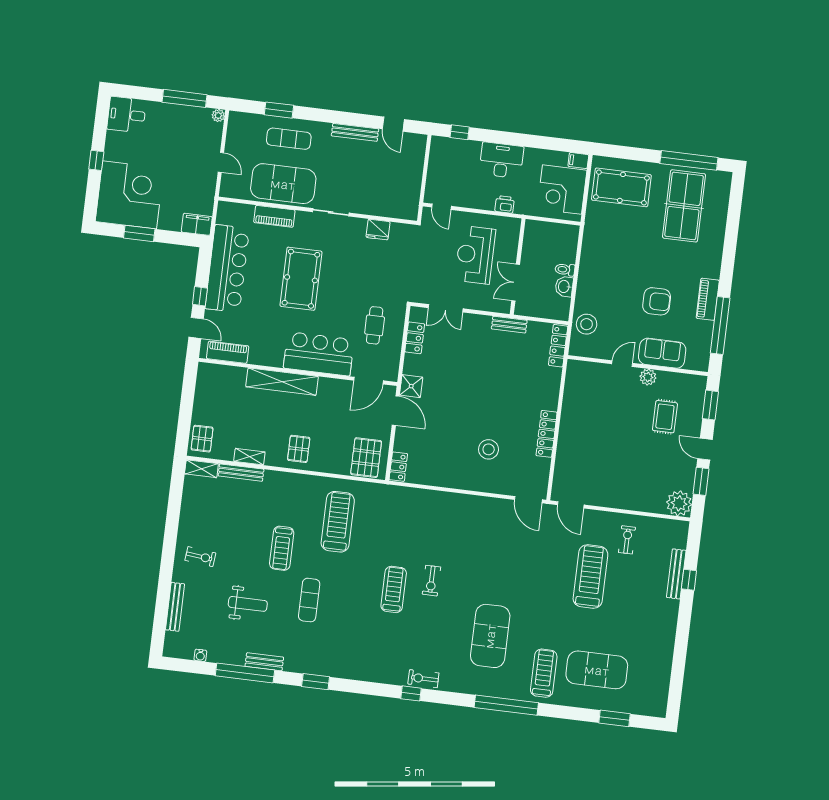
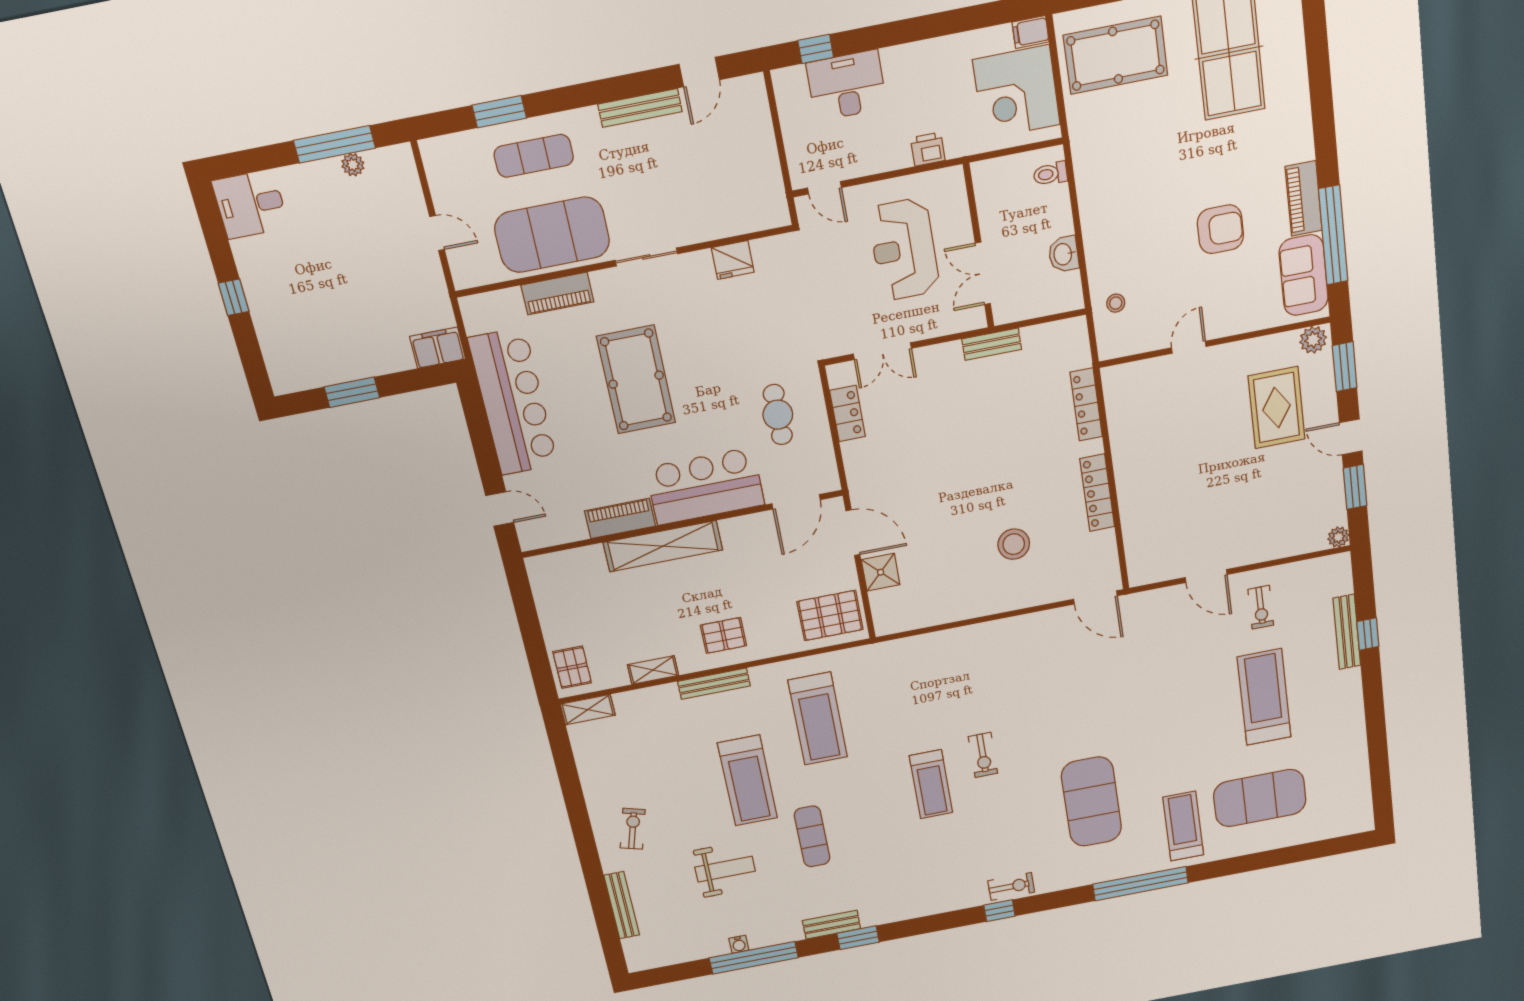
plant: (218, 115) -> (353, 165), moved
door: (393, 124) -> (699, 72), hinge flipped
desk: (501, 160) -> (847, 86), moved
corner desk: (130, 195) -> (311, 336), removed
toilet: (565, 270) -> (1050, 174), moved
window: (200, 296) -> (487, 459), removed
stool: (587, 324) -> (1116, 303), width x0.53, depth x0.53
locker: (558, 346) -> (1086, 404), moved
piano: (228, 352) -> (620, 518), moved
sofa: (662, 353) -> (1304, 275), moved, turned -90
plant: (648, 377) -> (1313, 340), moved
shower: (411, 386) -> (881, 572), moved
rug: (665, 417) -> (1276, 408), width x1.36, depth x1.43
pallet: (299, 449) -> (723, 635), turned 90
pallet: (366, 458) -> (830, 615), turned 90
locker: (398, 467) -> (883, 613), removed
bench: (241, 473) -> (714, 684), moved
plant: (679, 503) -> (1338, 537), width x0.53, depth x0.53
door: (571, 505) -> (1206, 576), moved
treadmill: (338, 522) -> (818, 719), turned 180
exercise bike: (627, 540) -> (1261, 607), turned 180
treadmill: (282, 548) -> (747, 781), width x1.37, depth x1.38
exercise bike: (200, 557) -> (633, 829), turned -80
treadmill: (590, 577) -> (1264, 697), moved
treadmill: (394, 589) -> (931, 784), turned 180
water cooler: (200, 655) -> (739, 944), moved
bench: (264, 662) -> (832, 925), moved
exercise bike: (423, 679) -> (1011, 887), turned 180
window: (614, 718) -> (1301, 853), removed

